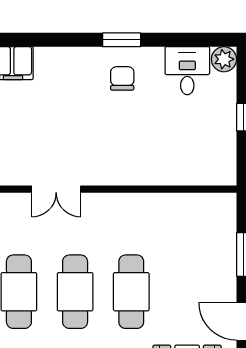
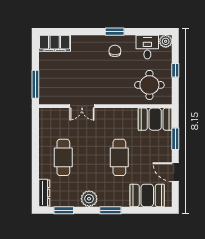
round table: (191, 147) -> (149, 85), added
booth: (203, 215) -> (155, 119), added
cafe table: (75, 292) -> (91, 157), removed

